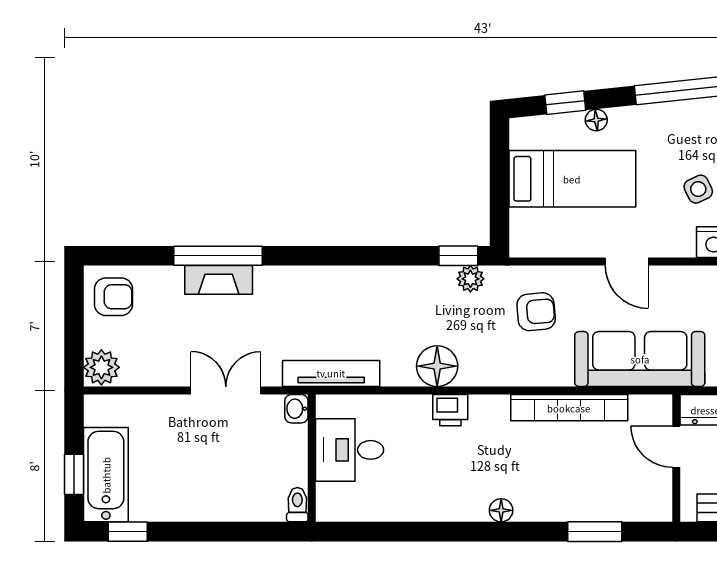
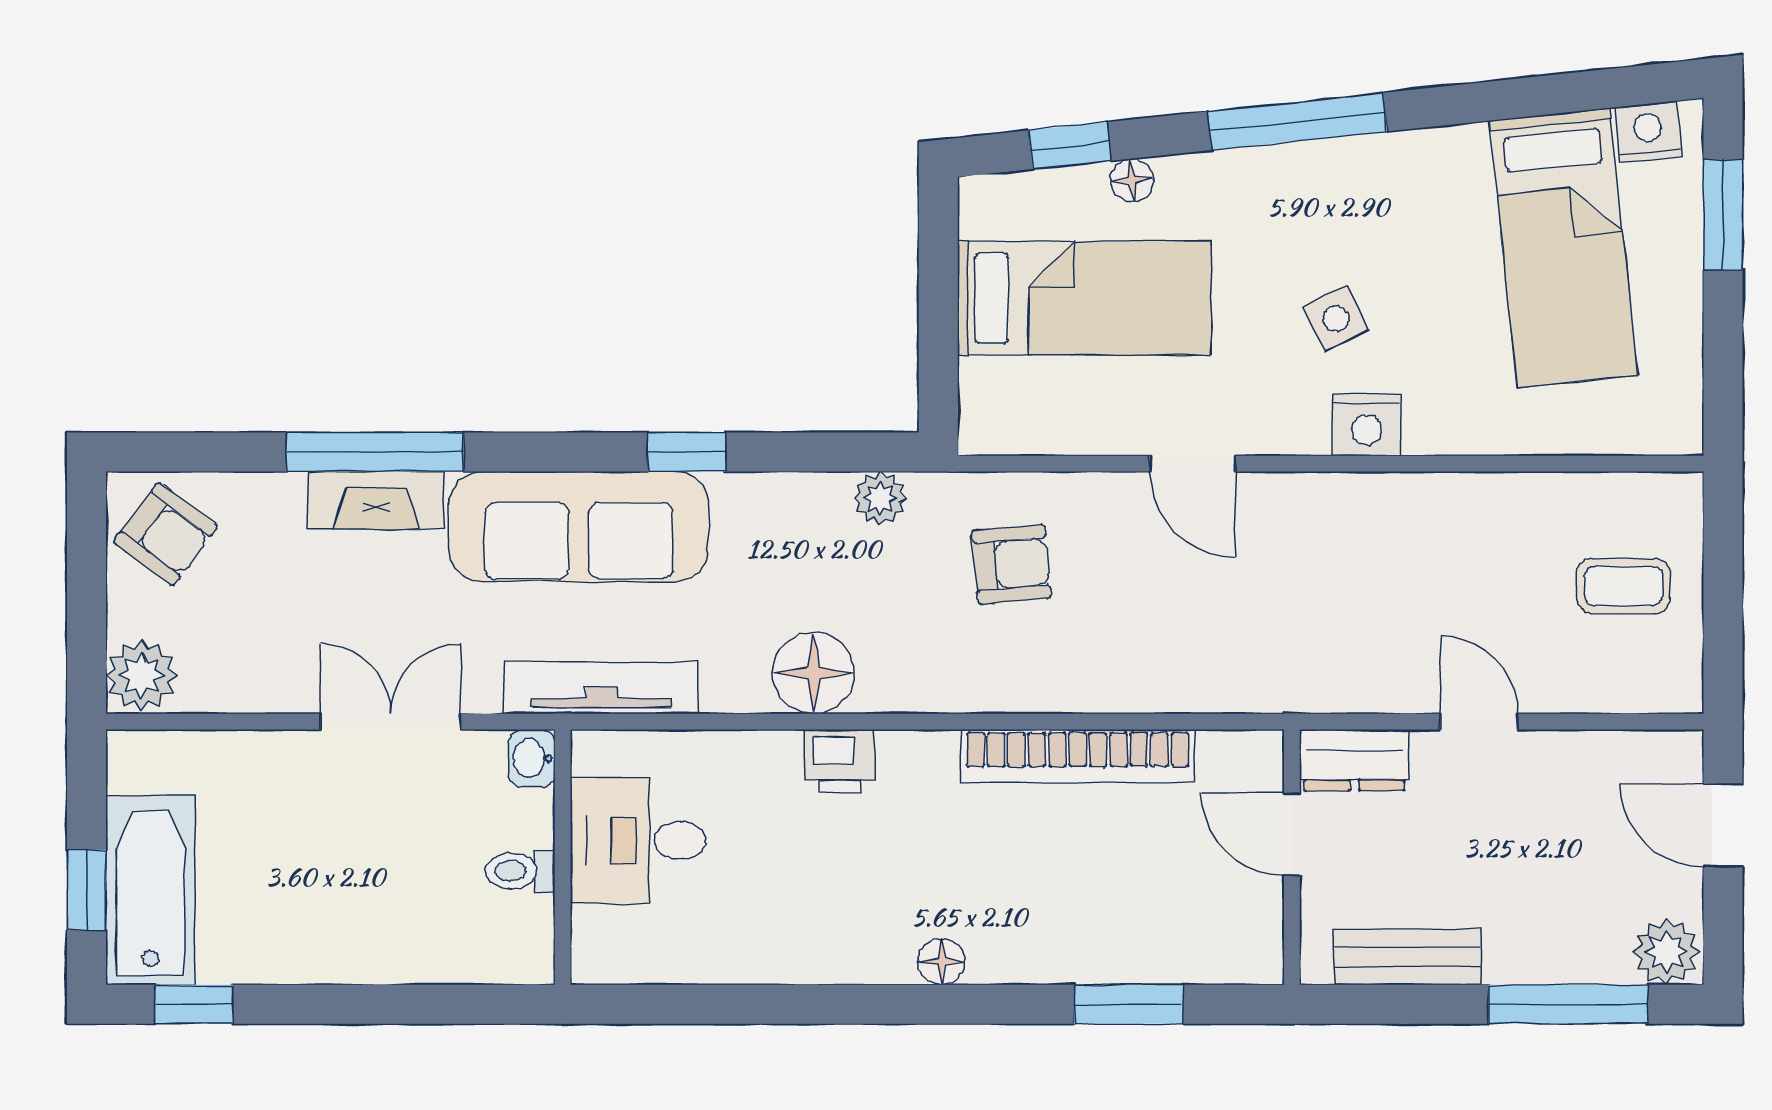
window: (458, 256) -> (687, 452), moved
armchair: (113, 297) -> (166, 534), turned 37
sofa: (640, 359) -> (579, 526), moved, turned 180
toilet: (297, 505) -> (520, 871), moved, turned -90

